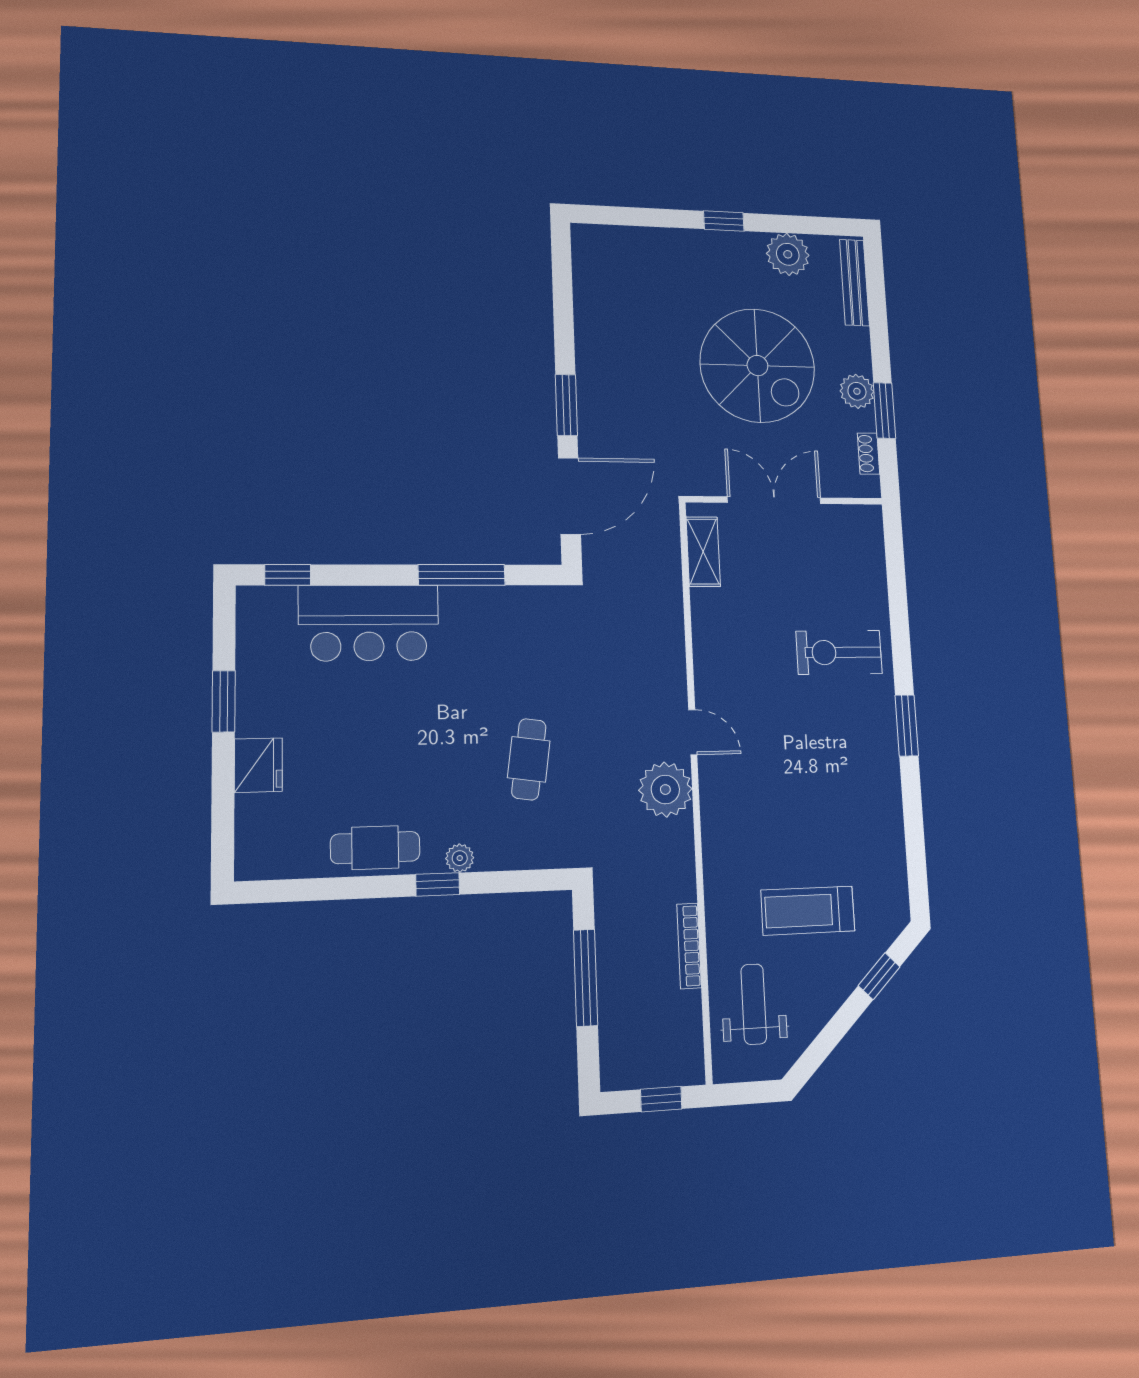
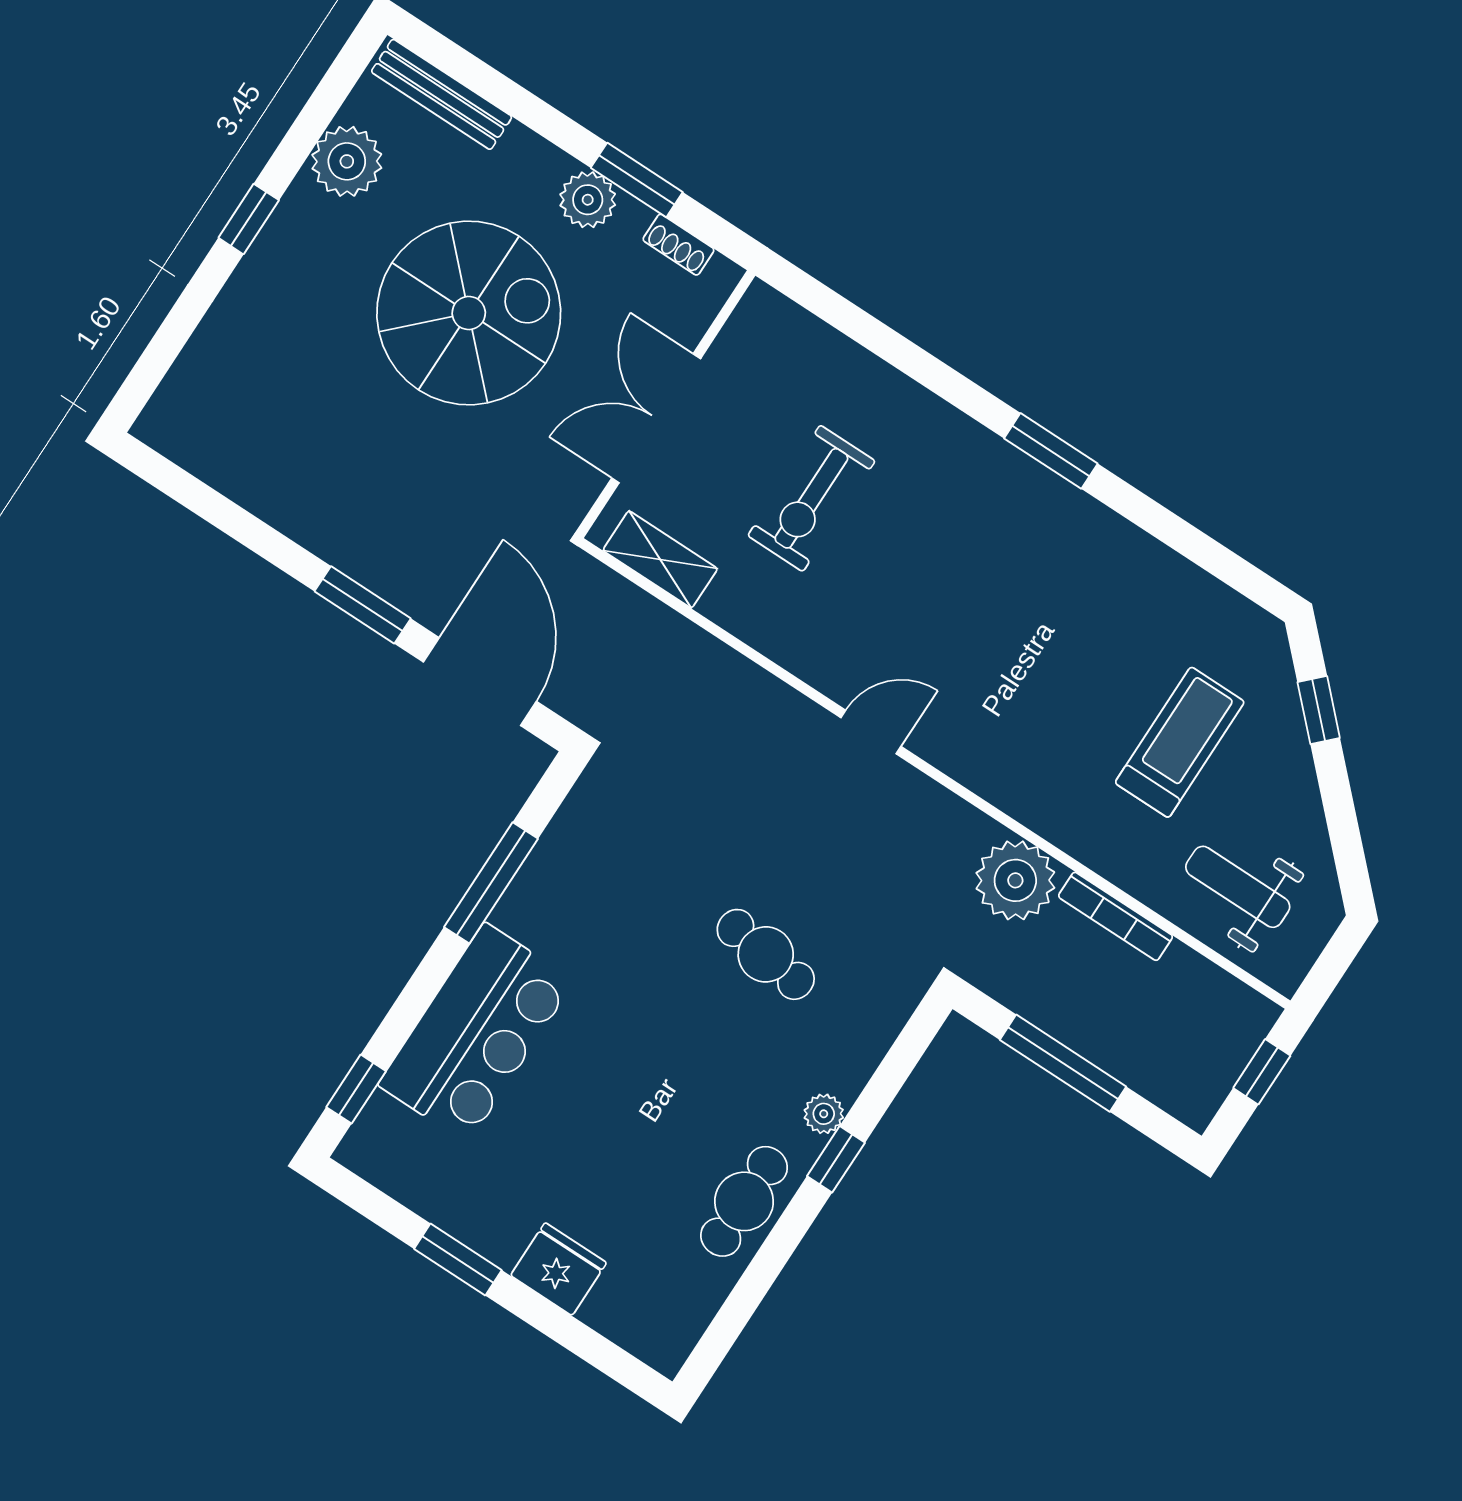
exercise bike: (839, 652) -> (811, 498), moved
plant: (665, 790) -> (1015, 880), moved
treadmill: (808, 911) -> (1180, 742), turned 180

